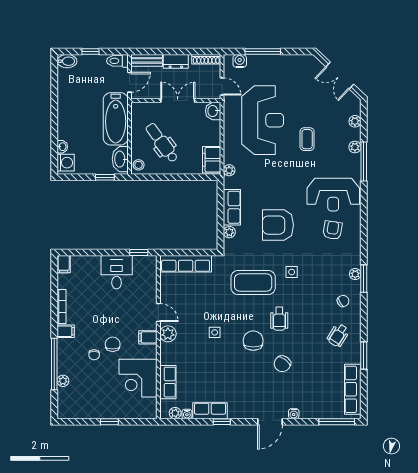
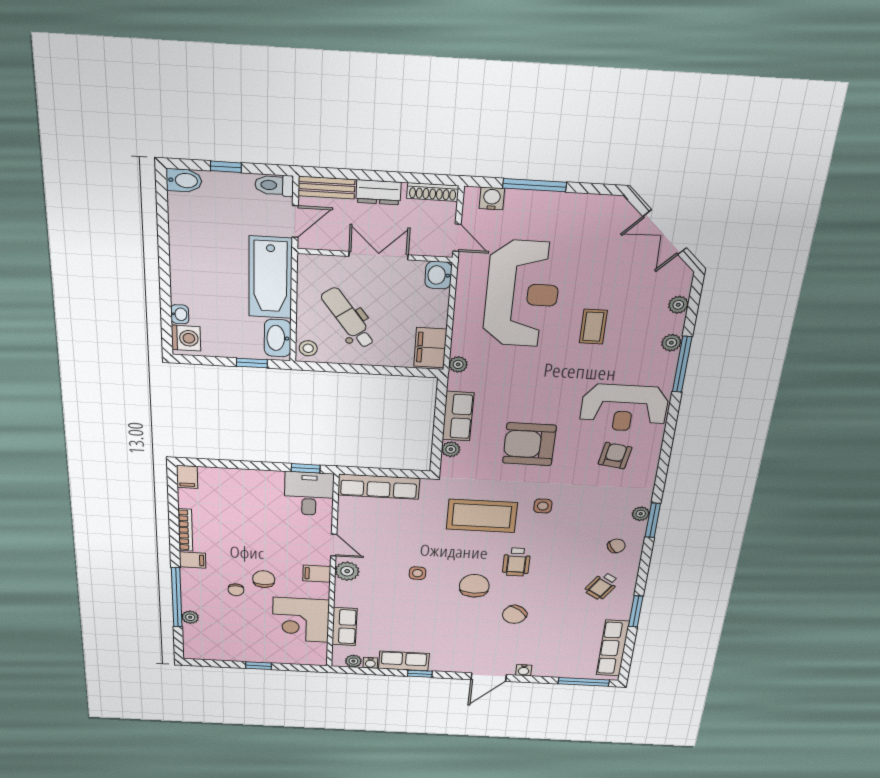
desk: (117, 272) -> (309, 494), moved

